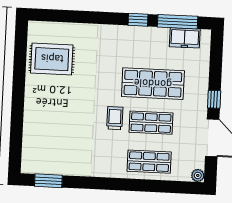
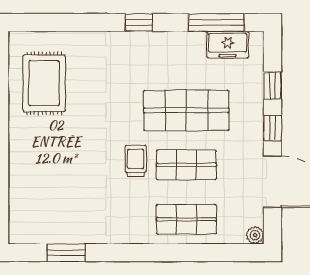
window: (138, 20) -> (139, 23), moved
rug: (52, 59) -> (44, 83), turned 90
window: (216, 69) -> (273, 86), added
window: (48, 181) -> (66, 253), moved

